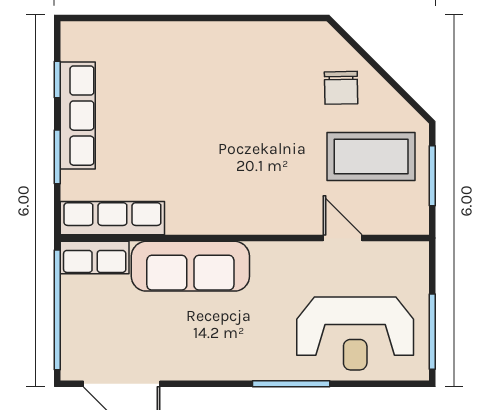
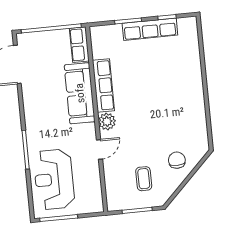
chair: (341, 88) -> (177, 160), turned 91
coffee table: (371, 157) -> (144, 179), width x0.54, depth x0.58
row of seats: (112, 218) -> (103, 85), moved
plant: (251, 218) -> (107, 121), added
door: (343, 238) -> (100, 149), moved

